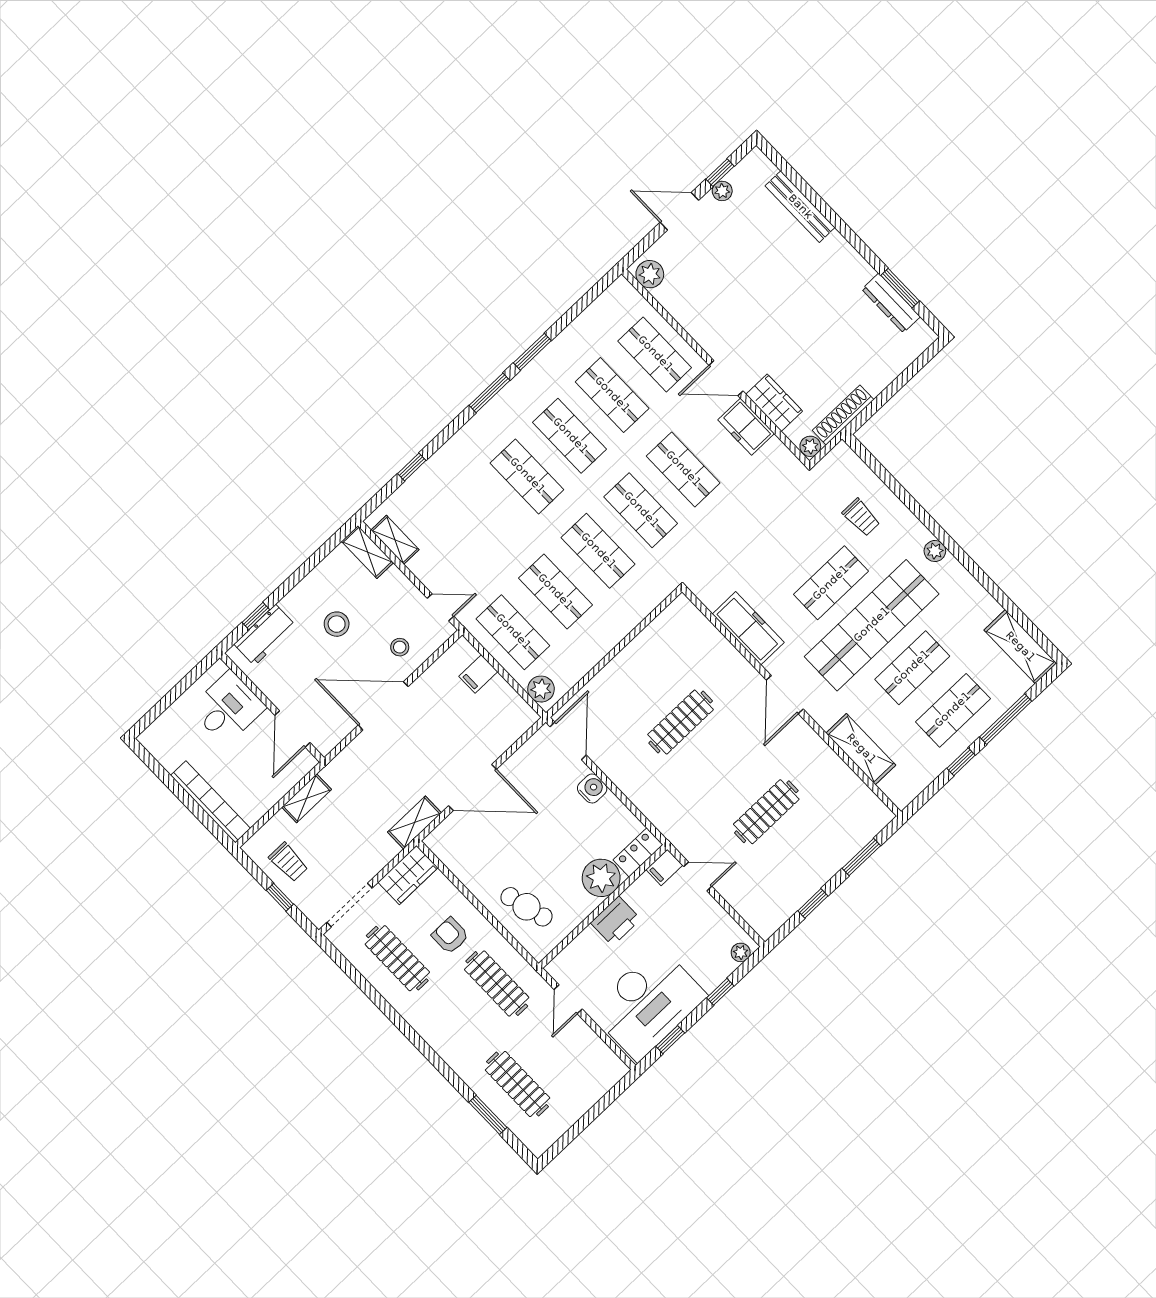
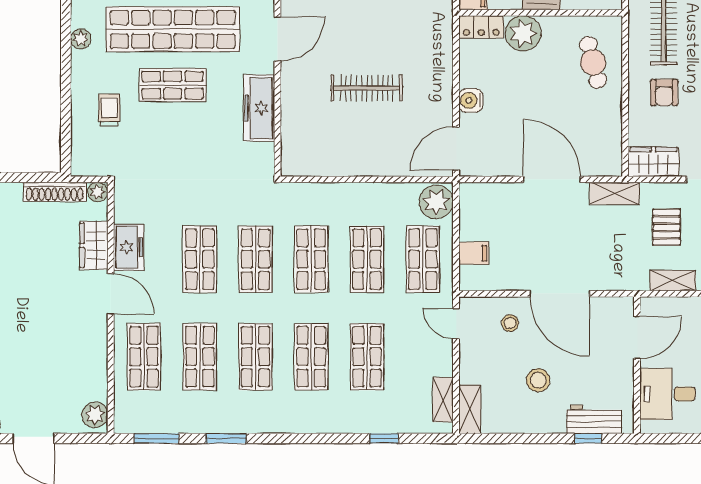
window: (489, 393) -> (156, 438), moved
shop shelf: (484, 517) -> (367, 357), added
plant: (541, 689) -> (436, 202), width x1.36, depth x1.36
pallet: (350, 834) -> (666, 227), added

